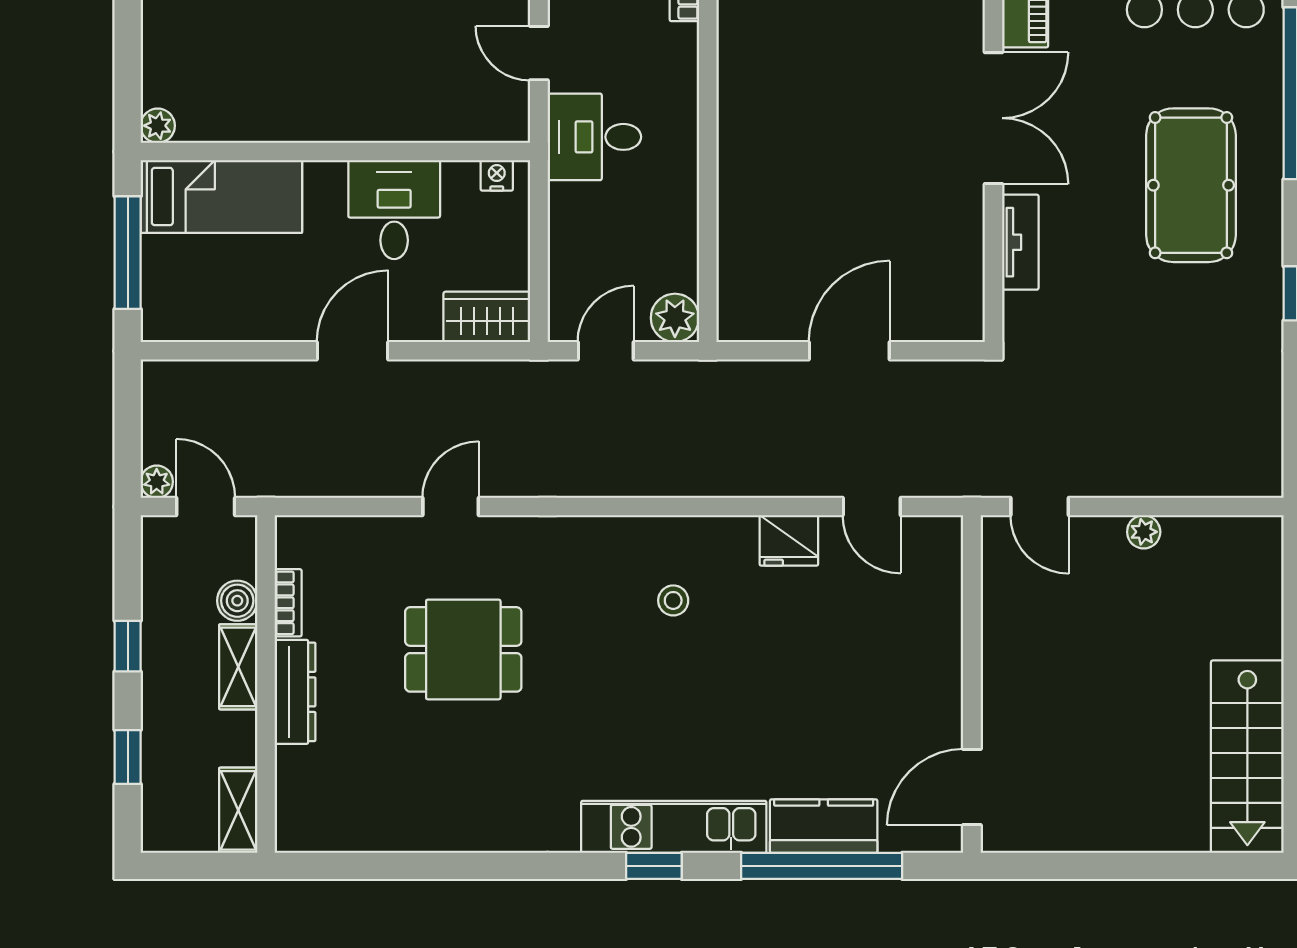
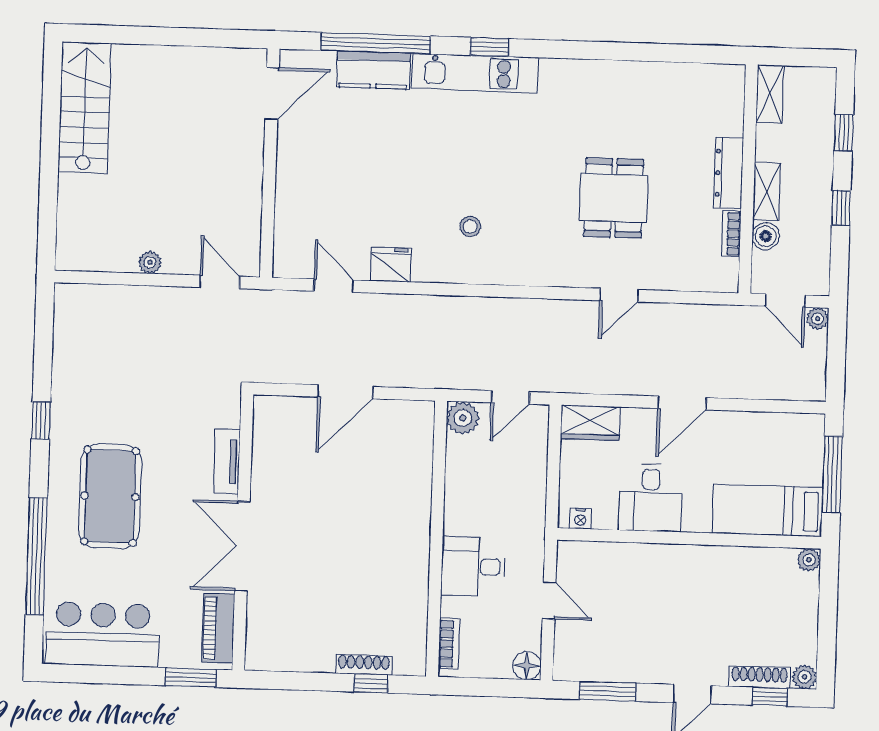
desk: (594, 137) -> (473, 566), moved, turned 180
dining table: (463, 649) -> (614, 198), turned 90

